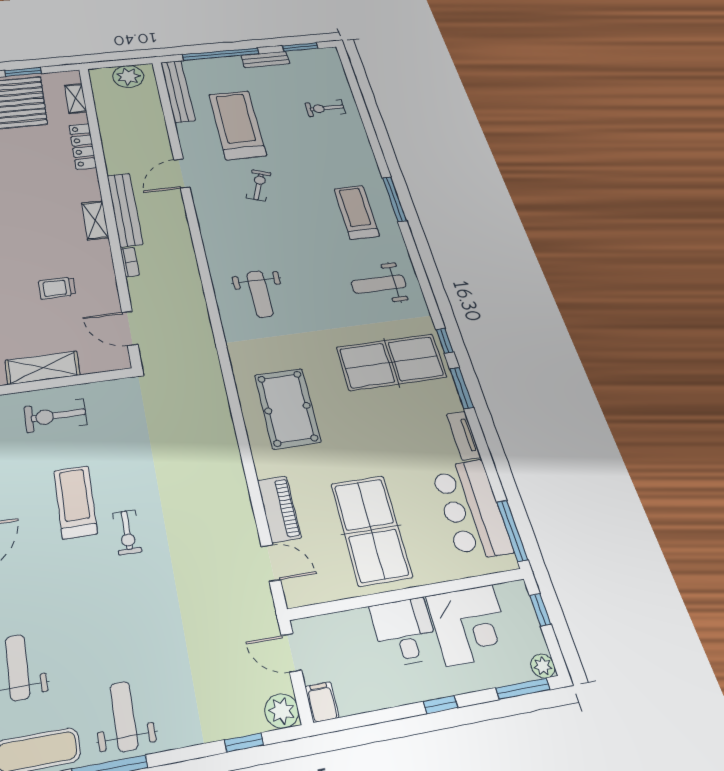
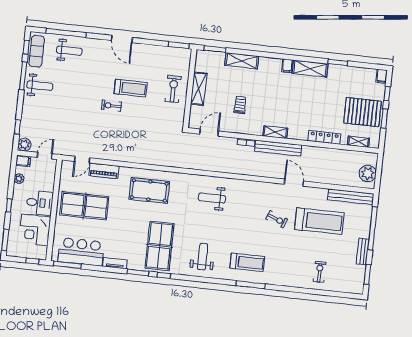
plant: (543, 666) -> (19, 179), moved

